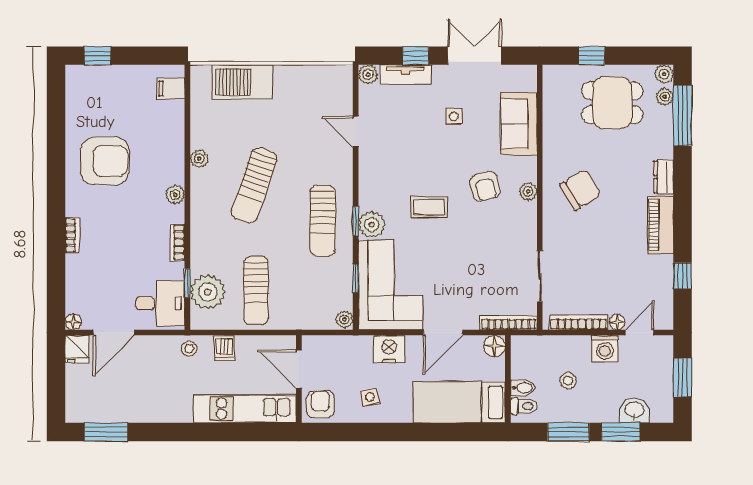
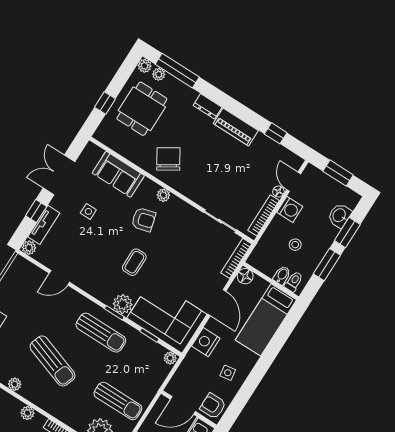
chair: (580, 190) -> (168, 159), moved

